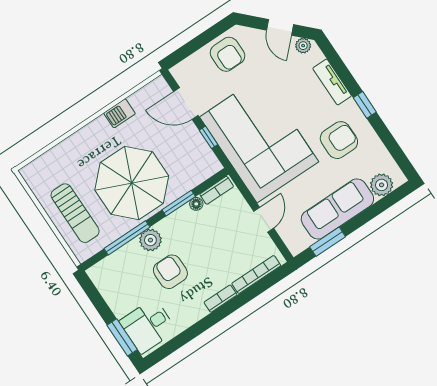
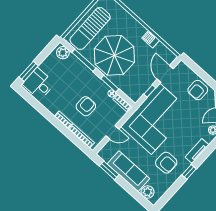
sun lounger: (75, 213) -> (90, 29), width x1.36, depth x1.34
plant: (150, 240) -> (63, 53), moved
armchair: (170, 272) -> (86, 106), moved

